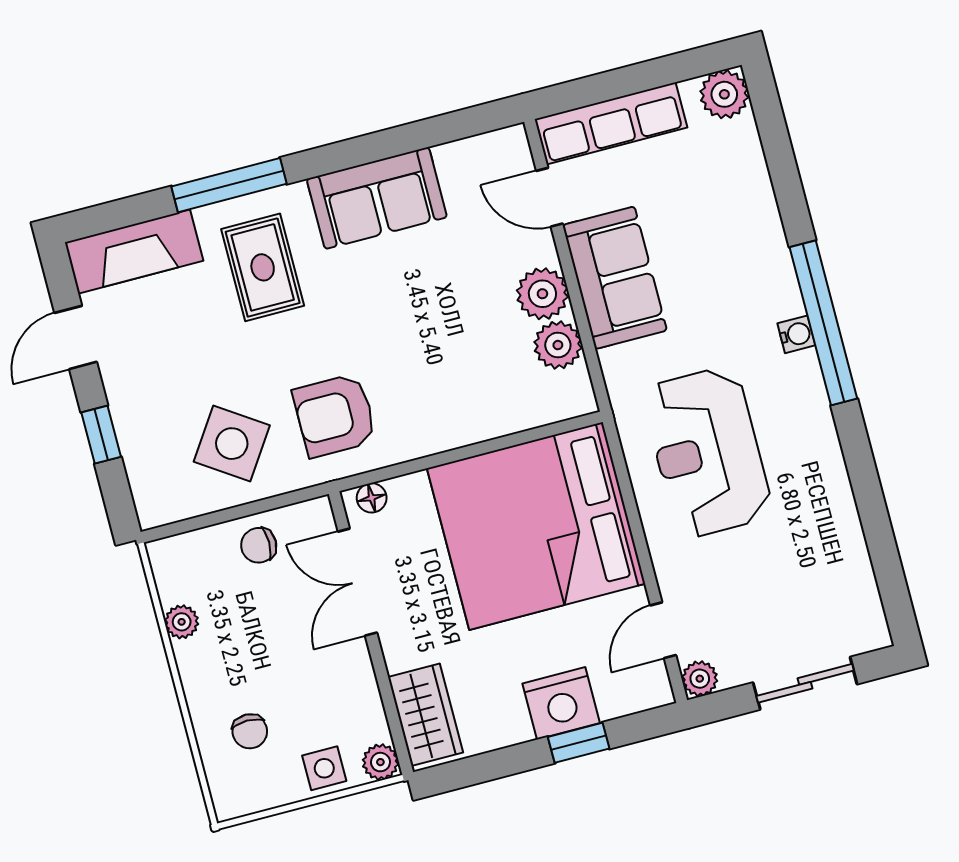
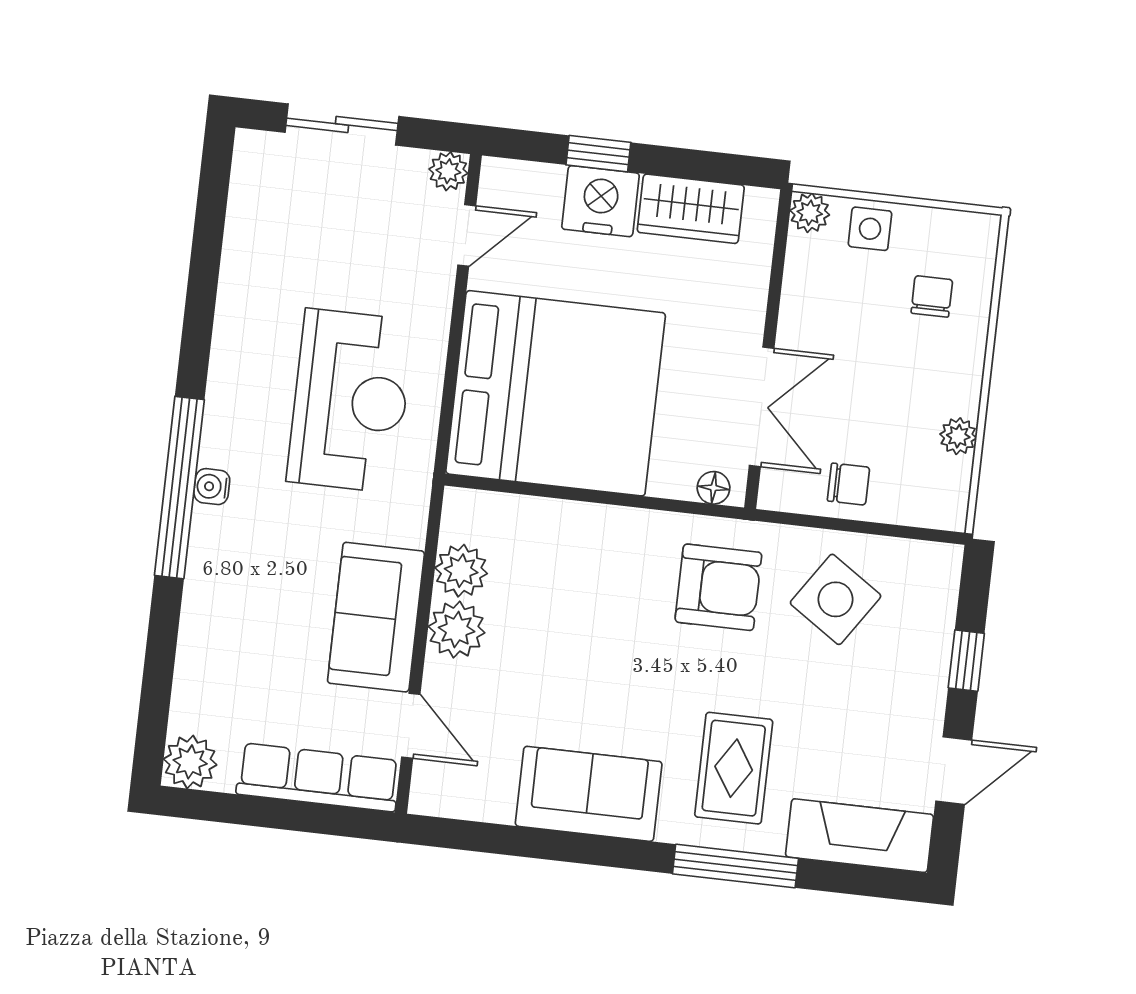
wardrobe: (426, 715) -> (691, 209), moved, turned -90

